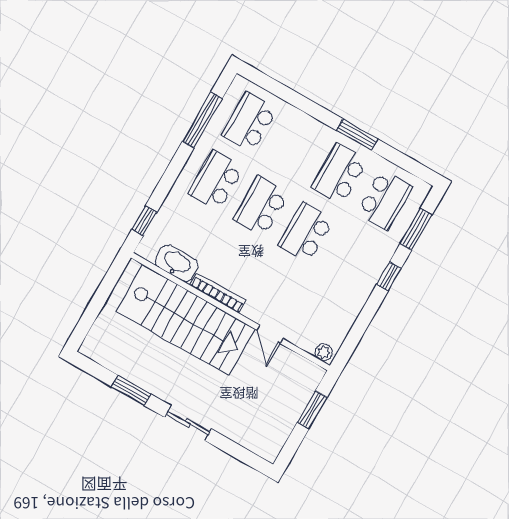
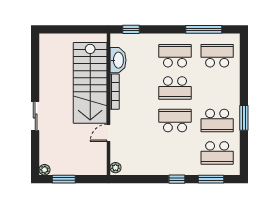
school desk: (340, 174) -> (217, 121), turned 180
school desk: (261, 206) -> (175, 88), turned 180
window: (131, 390) -> (35, 75), removed
window: (312, 410) -> (64, 179), moved
plant: (270, 453) -> (44, 170), added

